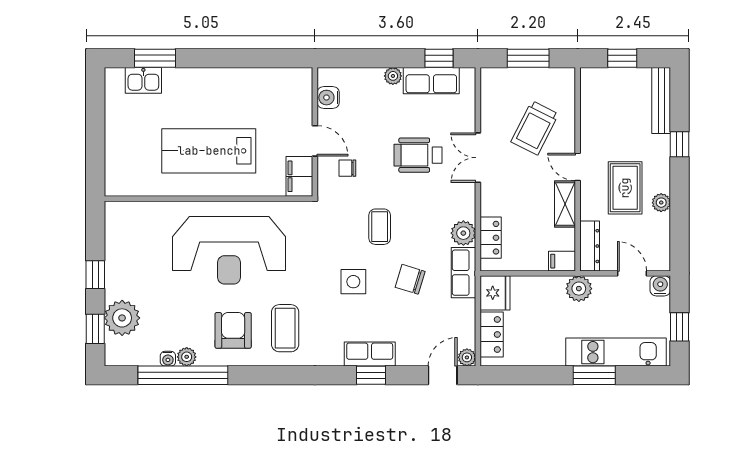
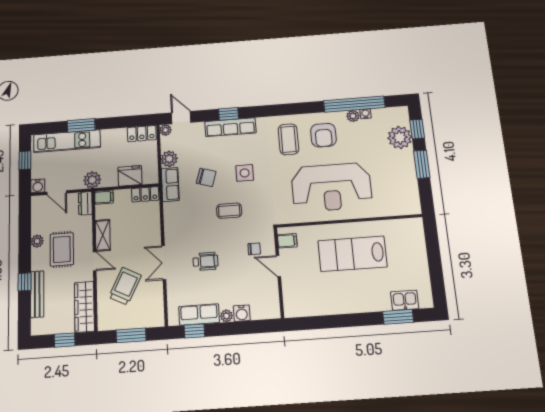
water cooler: (328, 98) -> (242, 313), moved, turned 90
bench: (661, 100) -> (37, 294), moved
wardrobe: (594, 103) -> (84, 307), added
lab bench: (209, 151) -> (352, 254), turned 180
wheelchair: (418, 155) -> (206, 261), width x0.73, depth x0.73
double door: (478, 158) -> (164, 263), swing flipped
filing cabinet: (299, 176) -> (287, 241), width x0.50
coffee table: (380, 227) -> (229, 211), turned 90
plant: (463, 233) -> (169, 159), moved
locker: (491, 238) -> (145, 194), moved, turned -90
dresser: (590, 246) -> (85, 203), width x0.70
reception desk: (229, 250) -> (331, 187), turned 180
window: (95, 275) -> (422, 164), width x1.50
fridge: (495, 293) -> (130, 176), moved, turned 90
locker: (492, 334) -> (142, 134), moved, turned -90
row of seats: (370, 354) -> (230, 127), width x1.48
door: (443, 375) -> (181, 118), swing flipped

